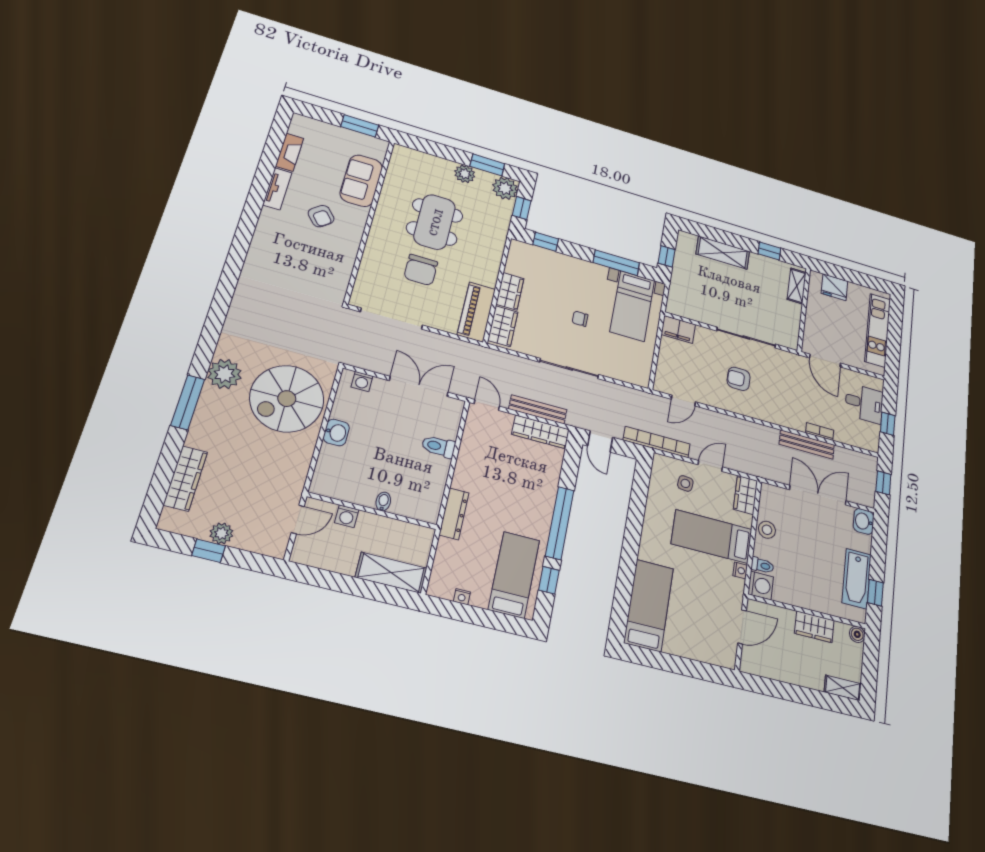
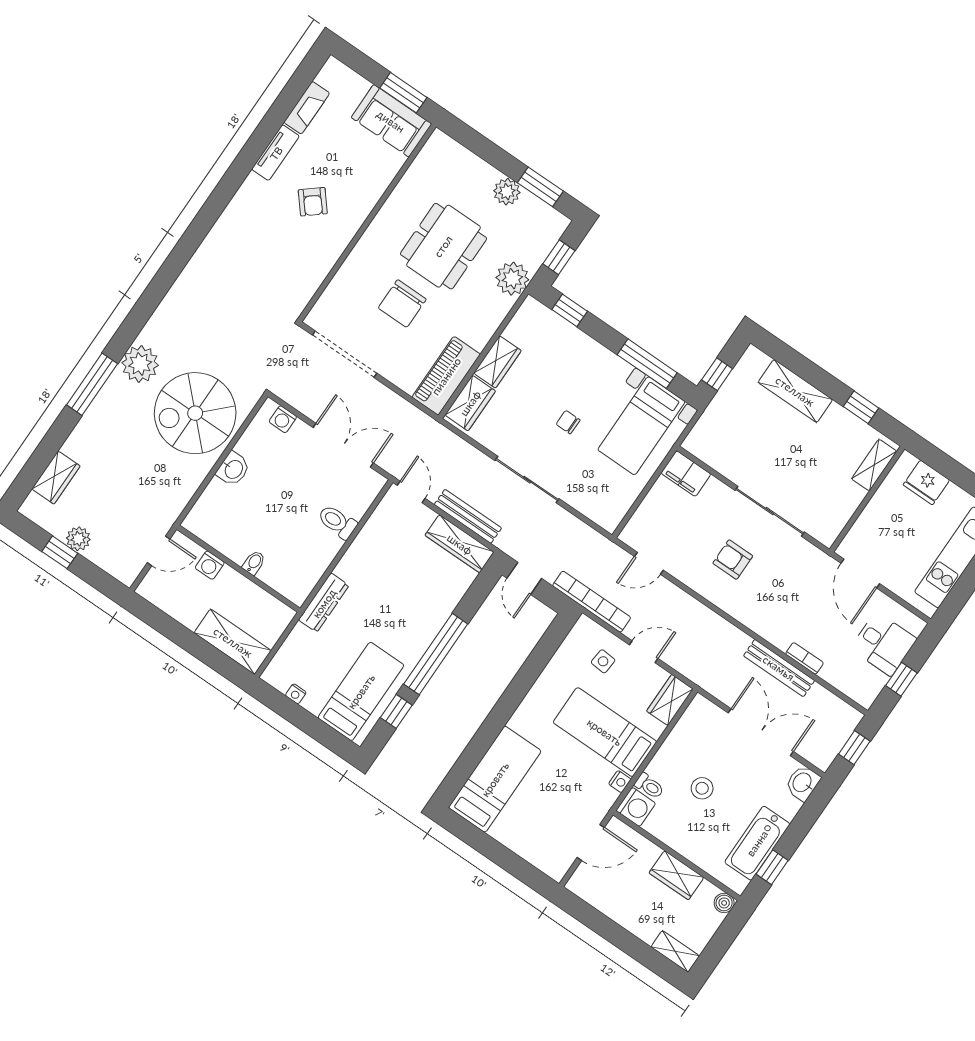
sofa: (361, 181) -> (391, 121), moved, turned -90
plant: (505, 188) -> (512, 279), moved
wardrobe: (185, 478) -> (56, 477), width x0.67
stool: (767, 530) -> (702, 788), moved

